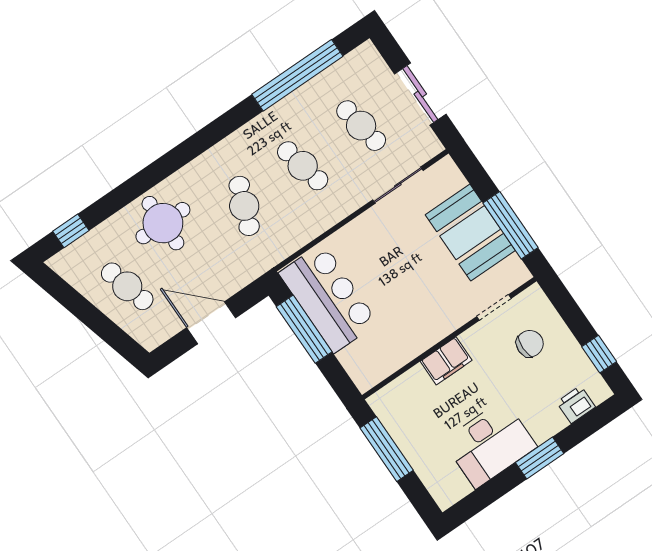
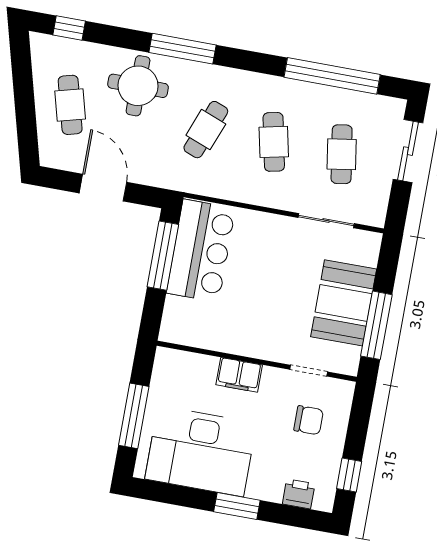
sliding door: (420, 94) -> (408, 151), moved
window: (169, 164) -> (183, 49), added
desk: (490, 444) -> (201, 451), width x1.36, depth x1.30
window: (387, 449) -> (134, 416), moved

